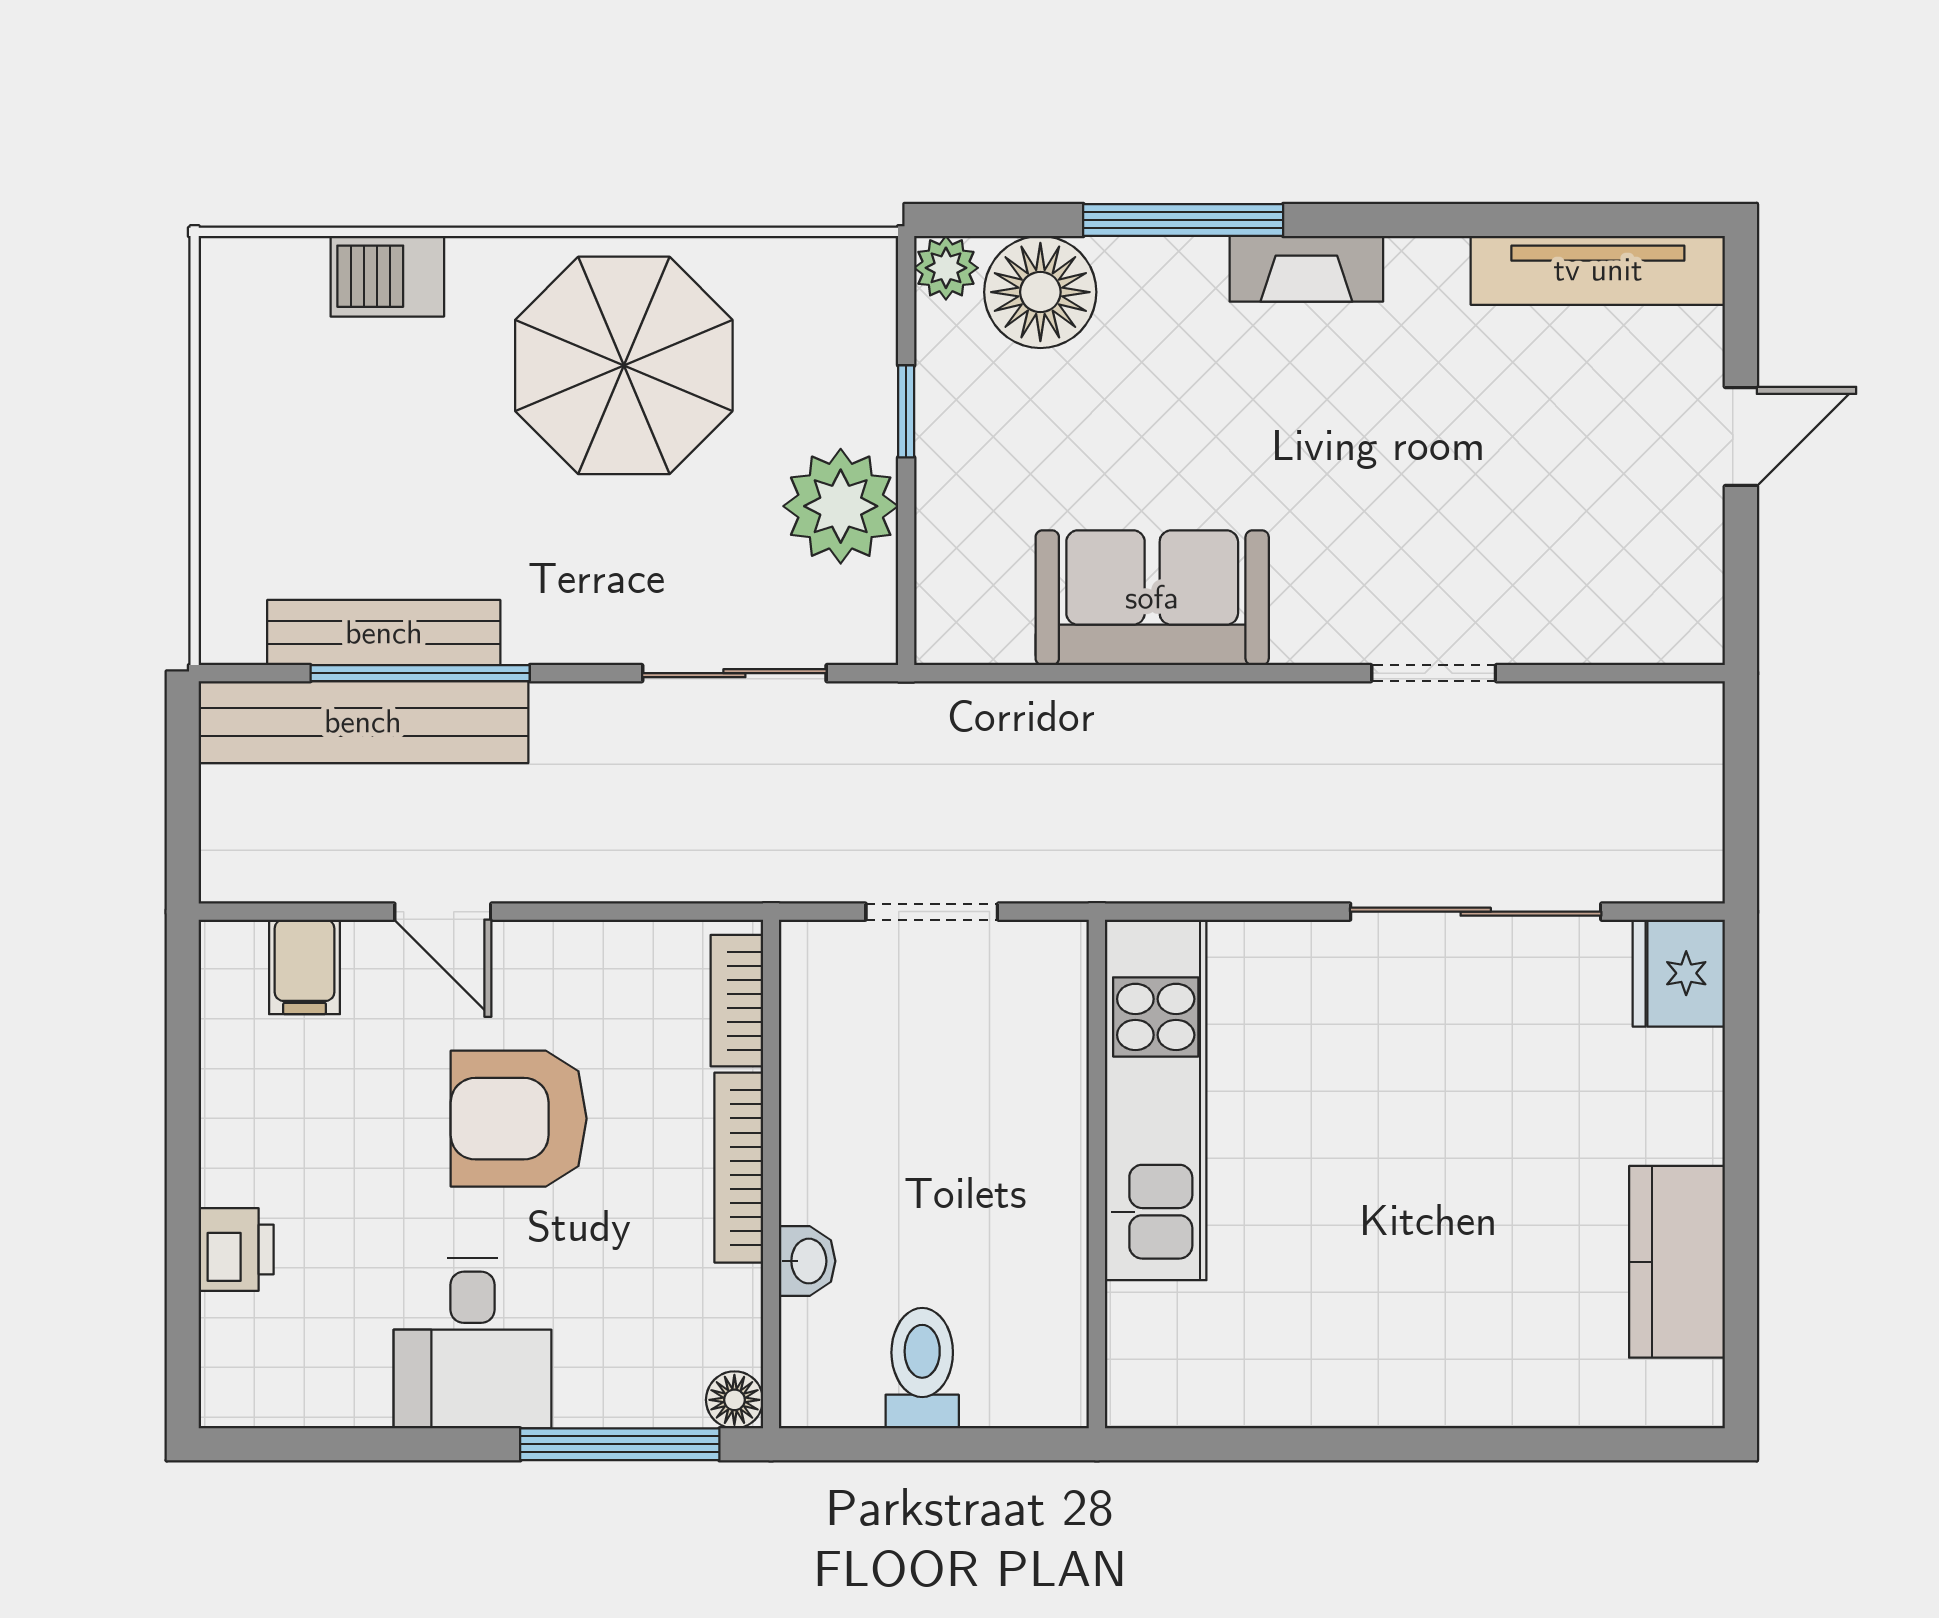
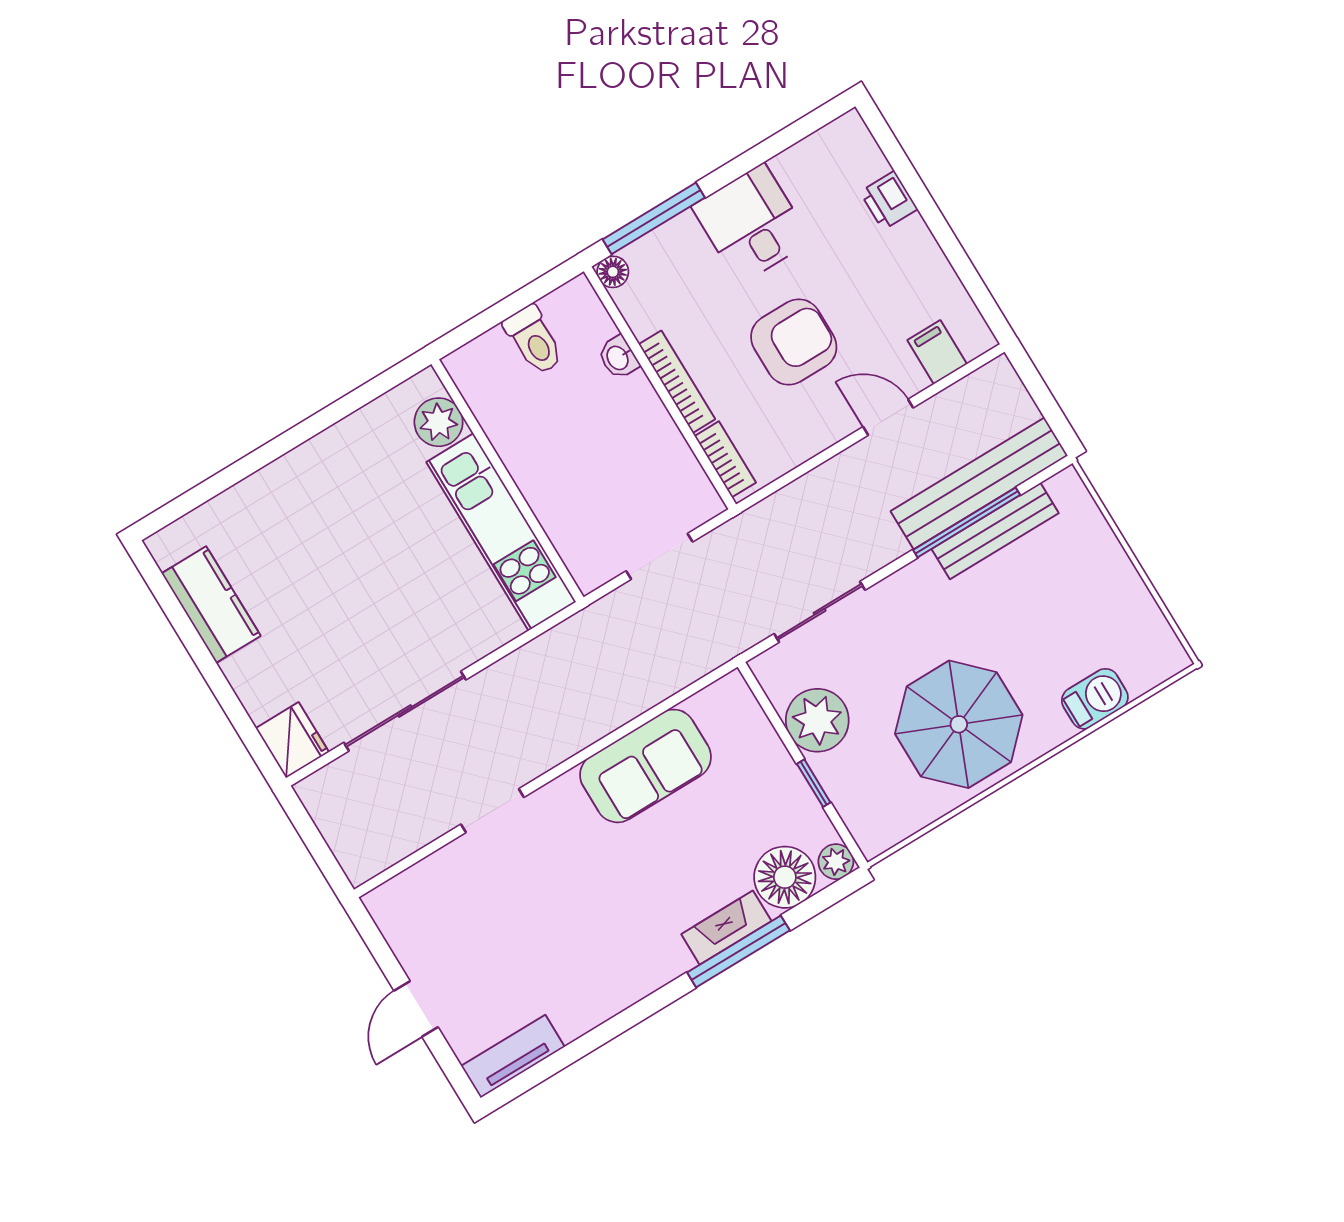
fireplace: (1306, 269) -> (726, 928), moved
tv unit: (1598, 270) -> (513, 1056), width x0.71
plant: (1149, 1331) -> (439, 422), added

